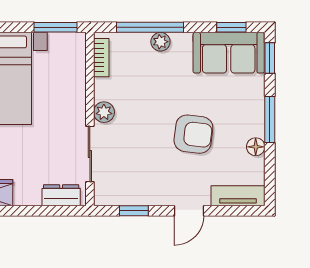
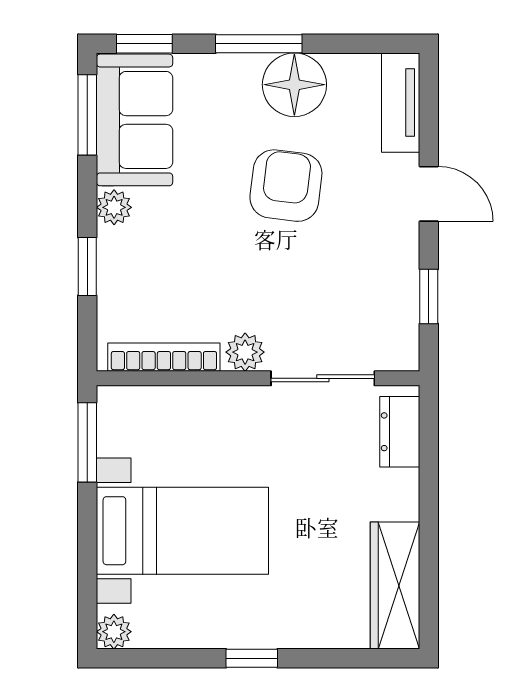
window: (150, 27) -> (87, 266), width x0.46
window: (231, 27) -> (87, 115), width x1.50
plant: (160, 42) -> (114, 207), moved
bookcase: (101, 58) -> (164, 357), width x1.56
floor lamp: (256, 147) -> (294, 85), width x1.89, depth x1.89

